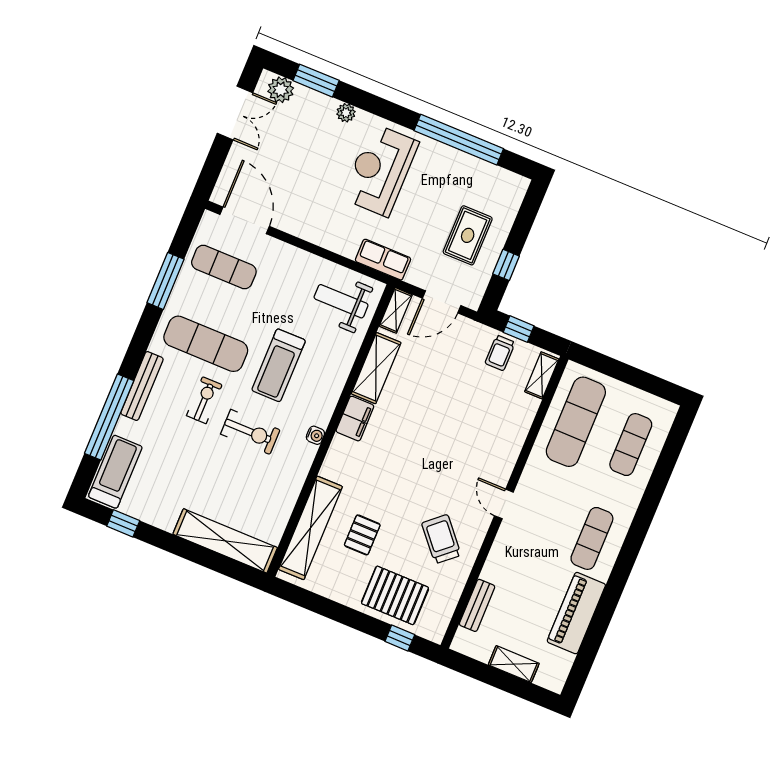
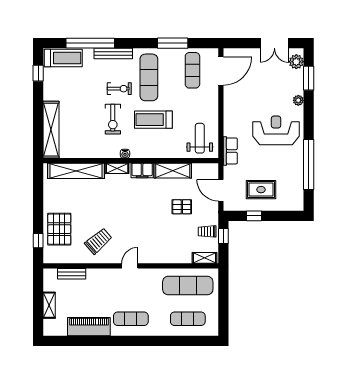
shelving: (396, 310) -> (117, 168), moved
pallet: (362, 535) -> (182, 207), moved

